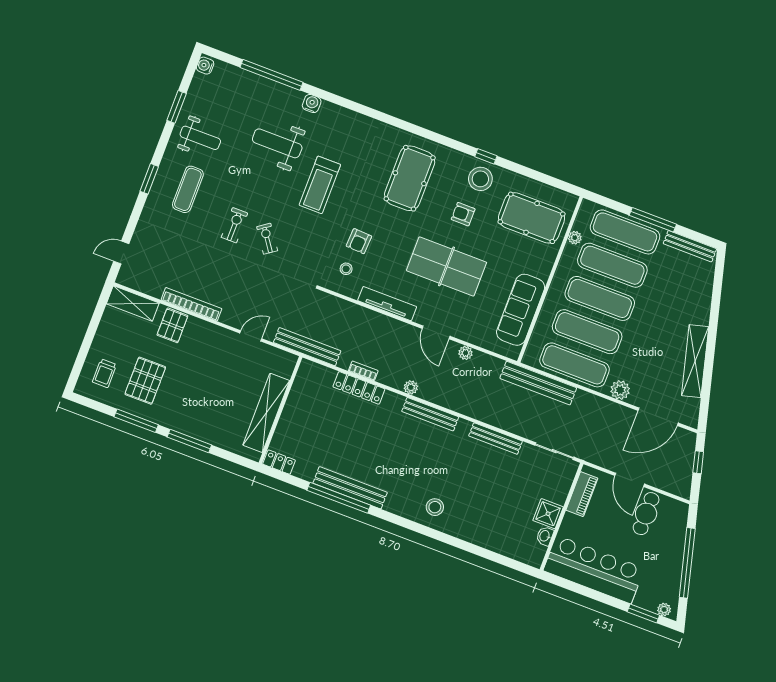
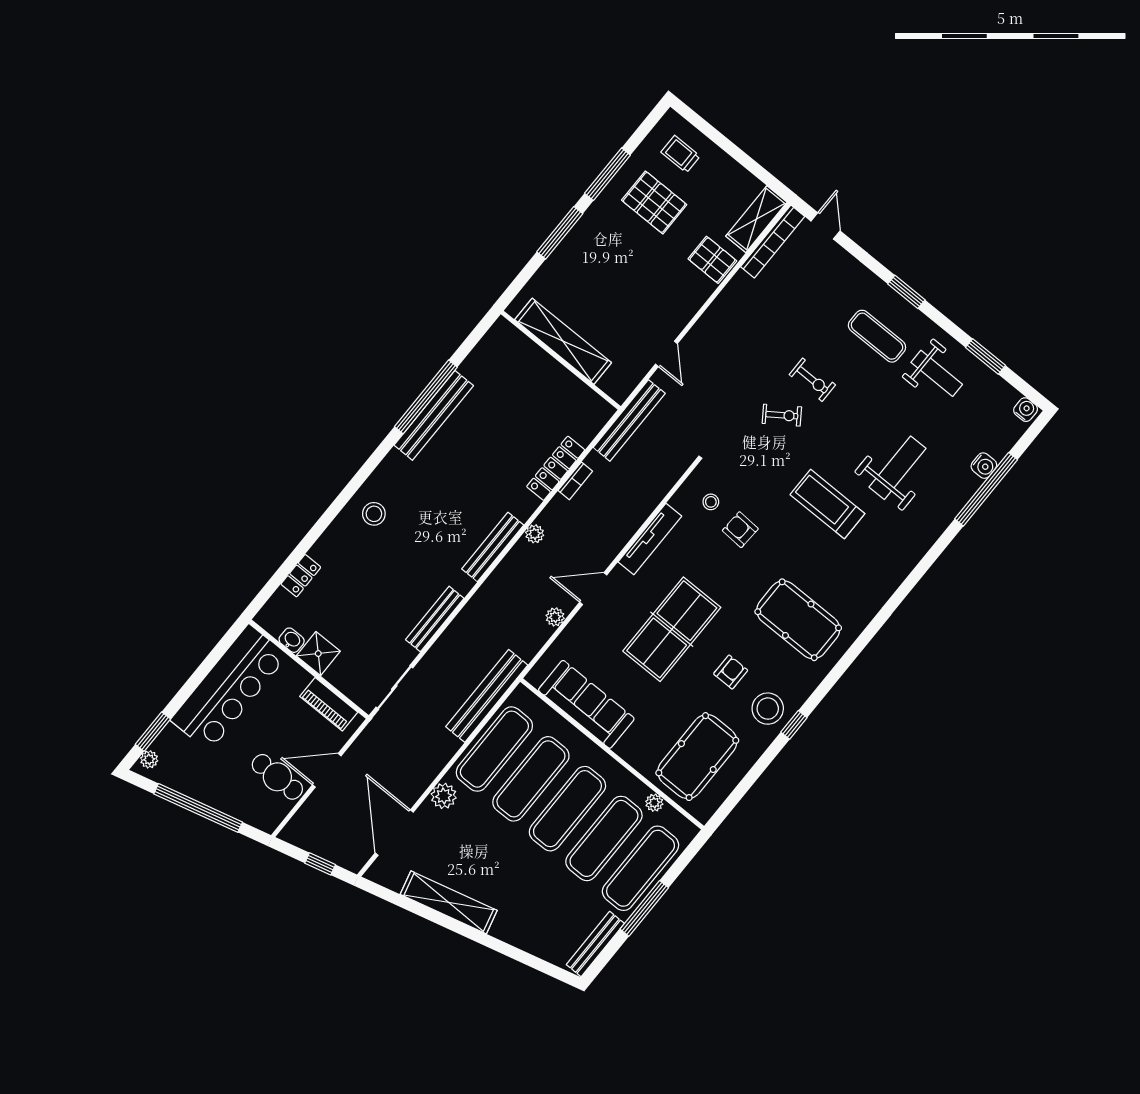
water cooler: (312, 104) -> (984, 466), moved
weight bench: (200, 138) -> (937, 373), turned -90
bookcase: (191, 304) -> (773, 242), moved
locker: (279, 462) -> (301, 576), moved

